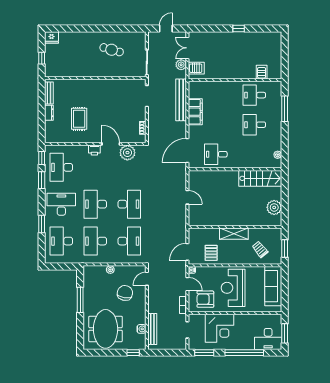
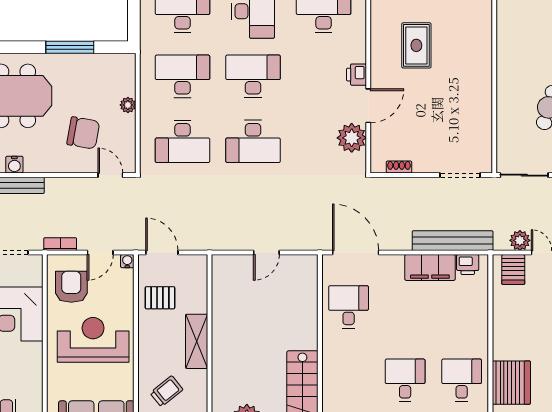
server rack: (262, 72) -> (511, 383), width x2.18, depth x1.44
printer: (194, 92) -> (468, 265), added
rug: (79, 119) -> (416, 45), turned 90

